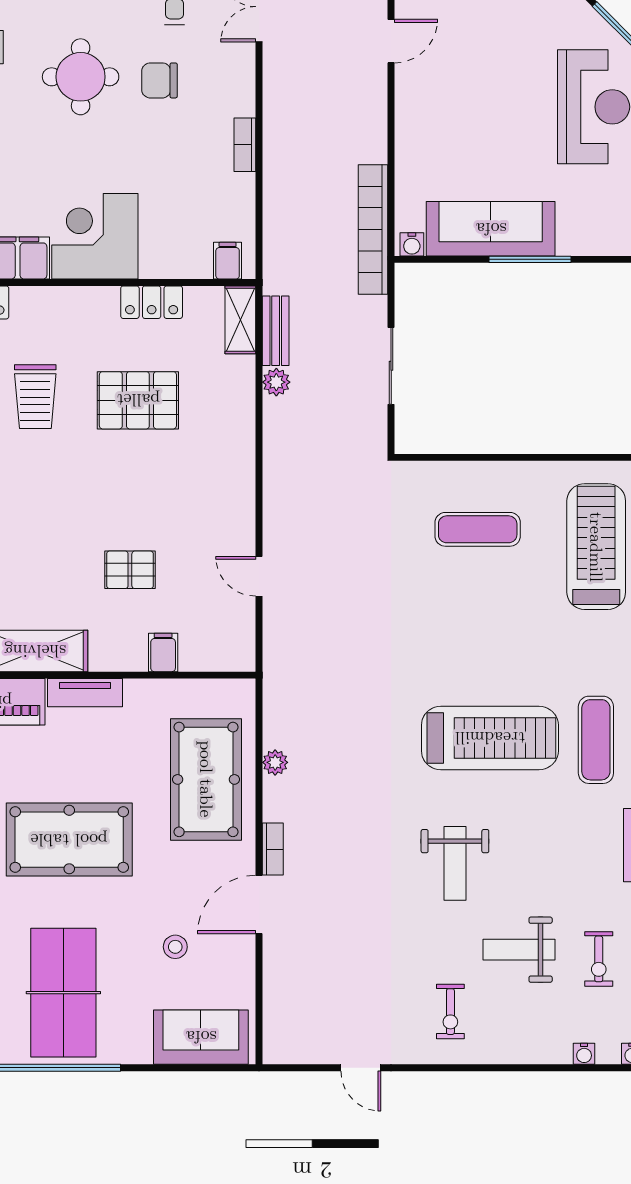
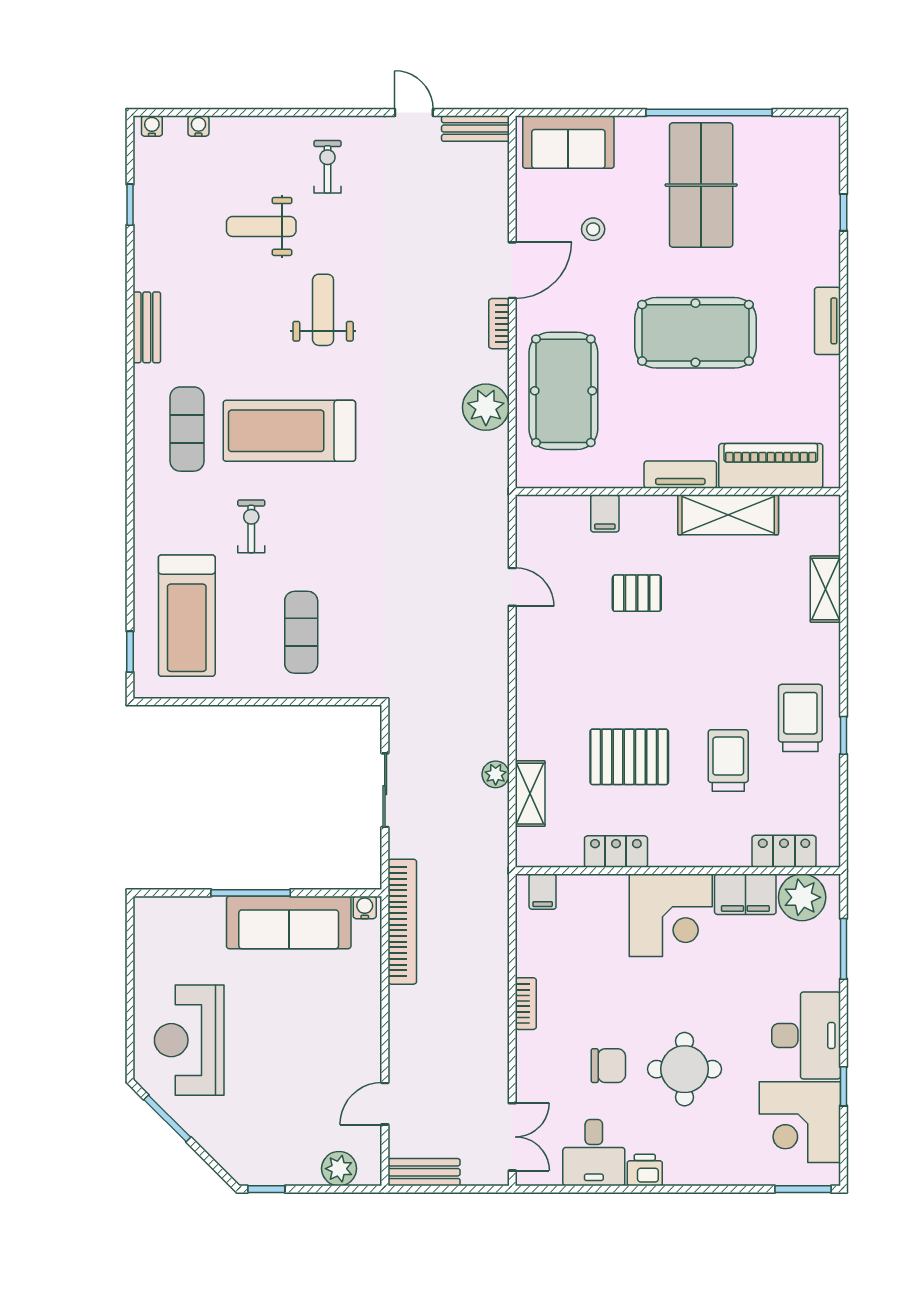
shelving: (240, 320) -> (530, 794), moved
bench: (276, 331) -> (475, 129), moved, turned 90
exercise mat: (478, 529) -> (301, 632), turned 90
plant: (275, 762) -> (486, 407), width x1.88, depth x1.88
weight bench: (519, 950) -> (261, 226), turned 180
exercise bike: (599, 959) -> (251, 526), moved

